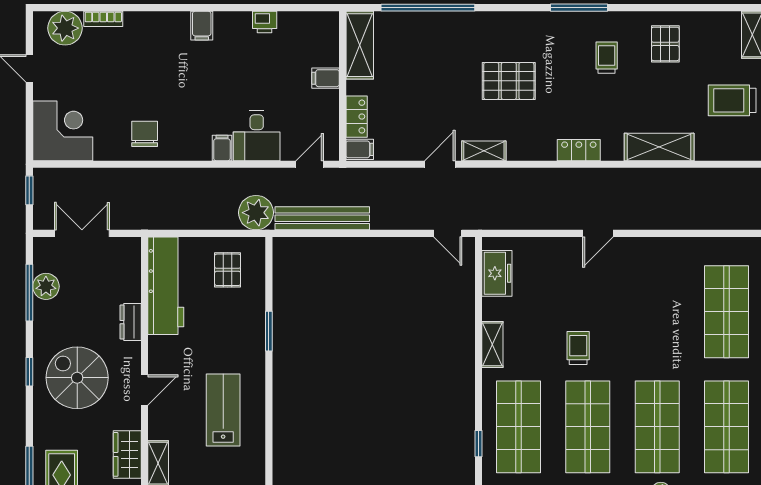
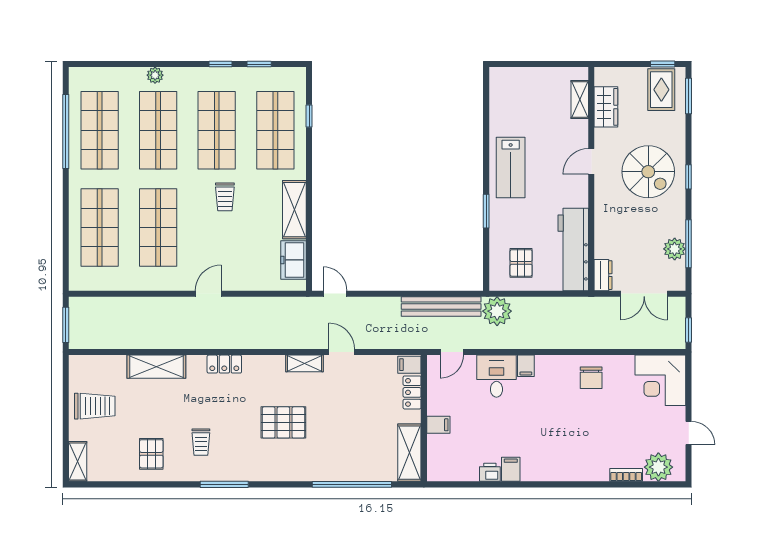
filing cabinet: (202, 26) -> (511, 469), moved
door: (440, 164) -> (342, 352), swing flipped
shop shelf: (657, 312) -> (158, 228), added
dresser: (131, 322) -> (603, 275), moved
shelving: (492, 344) -> (294, 210), width x1.50, depth x1.33
lab bench: (223, 410) -> (511, 167), moved

